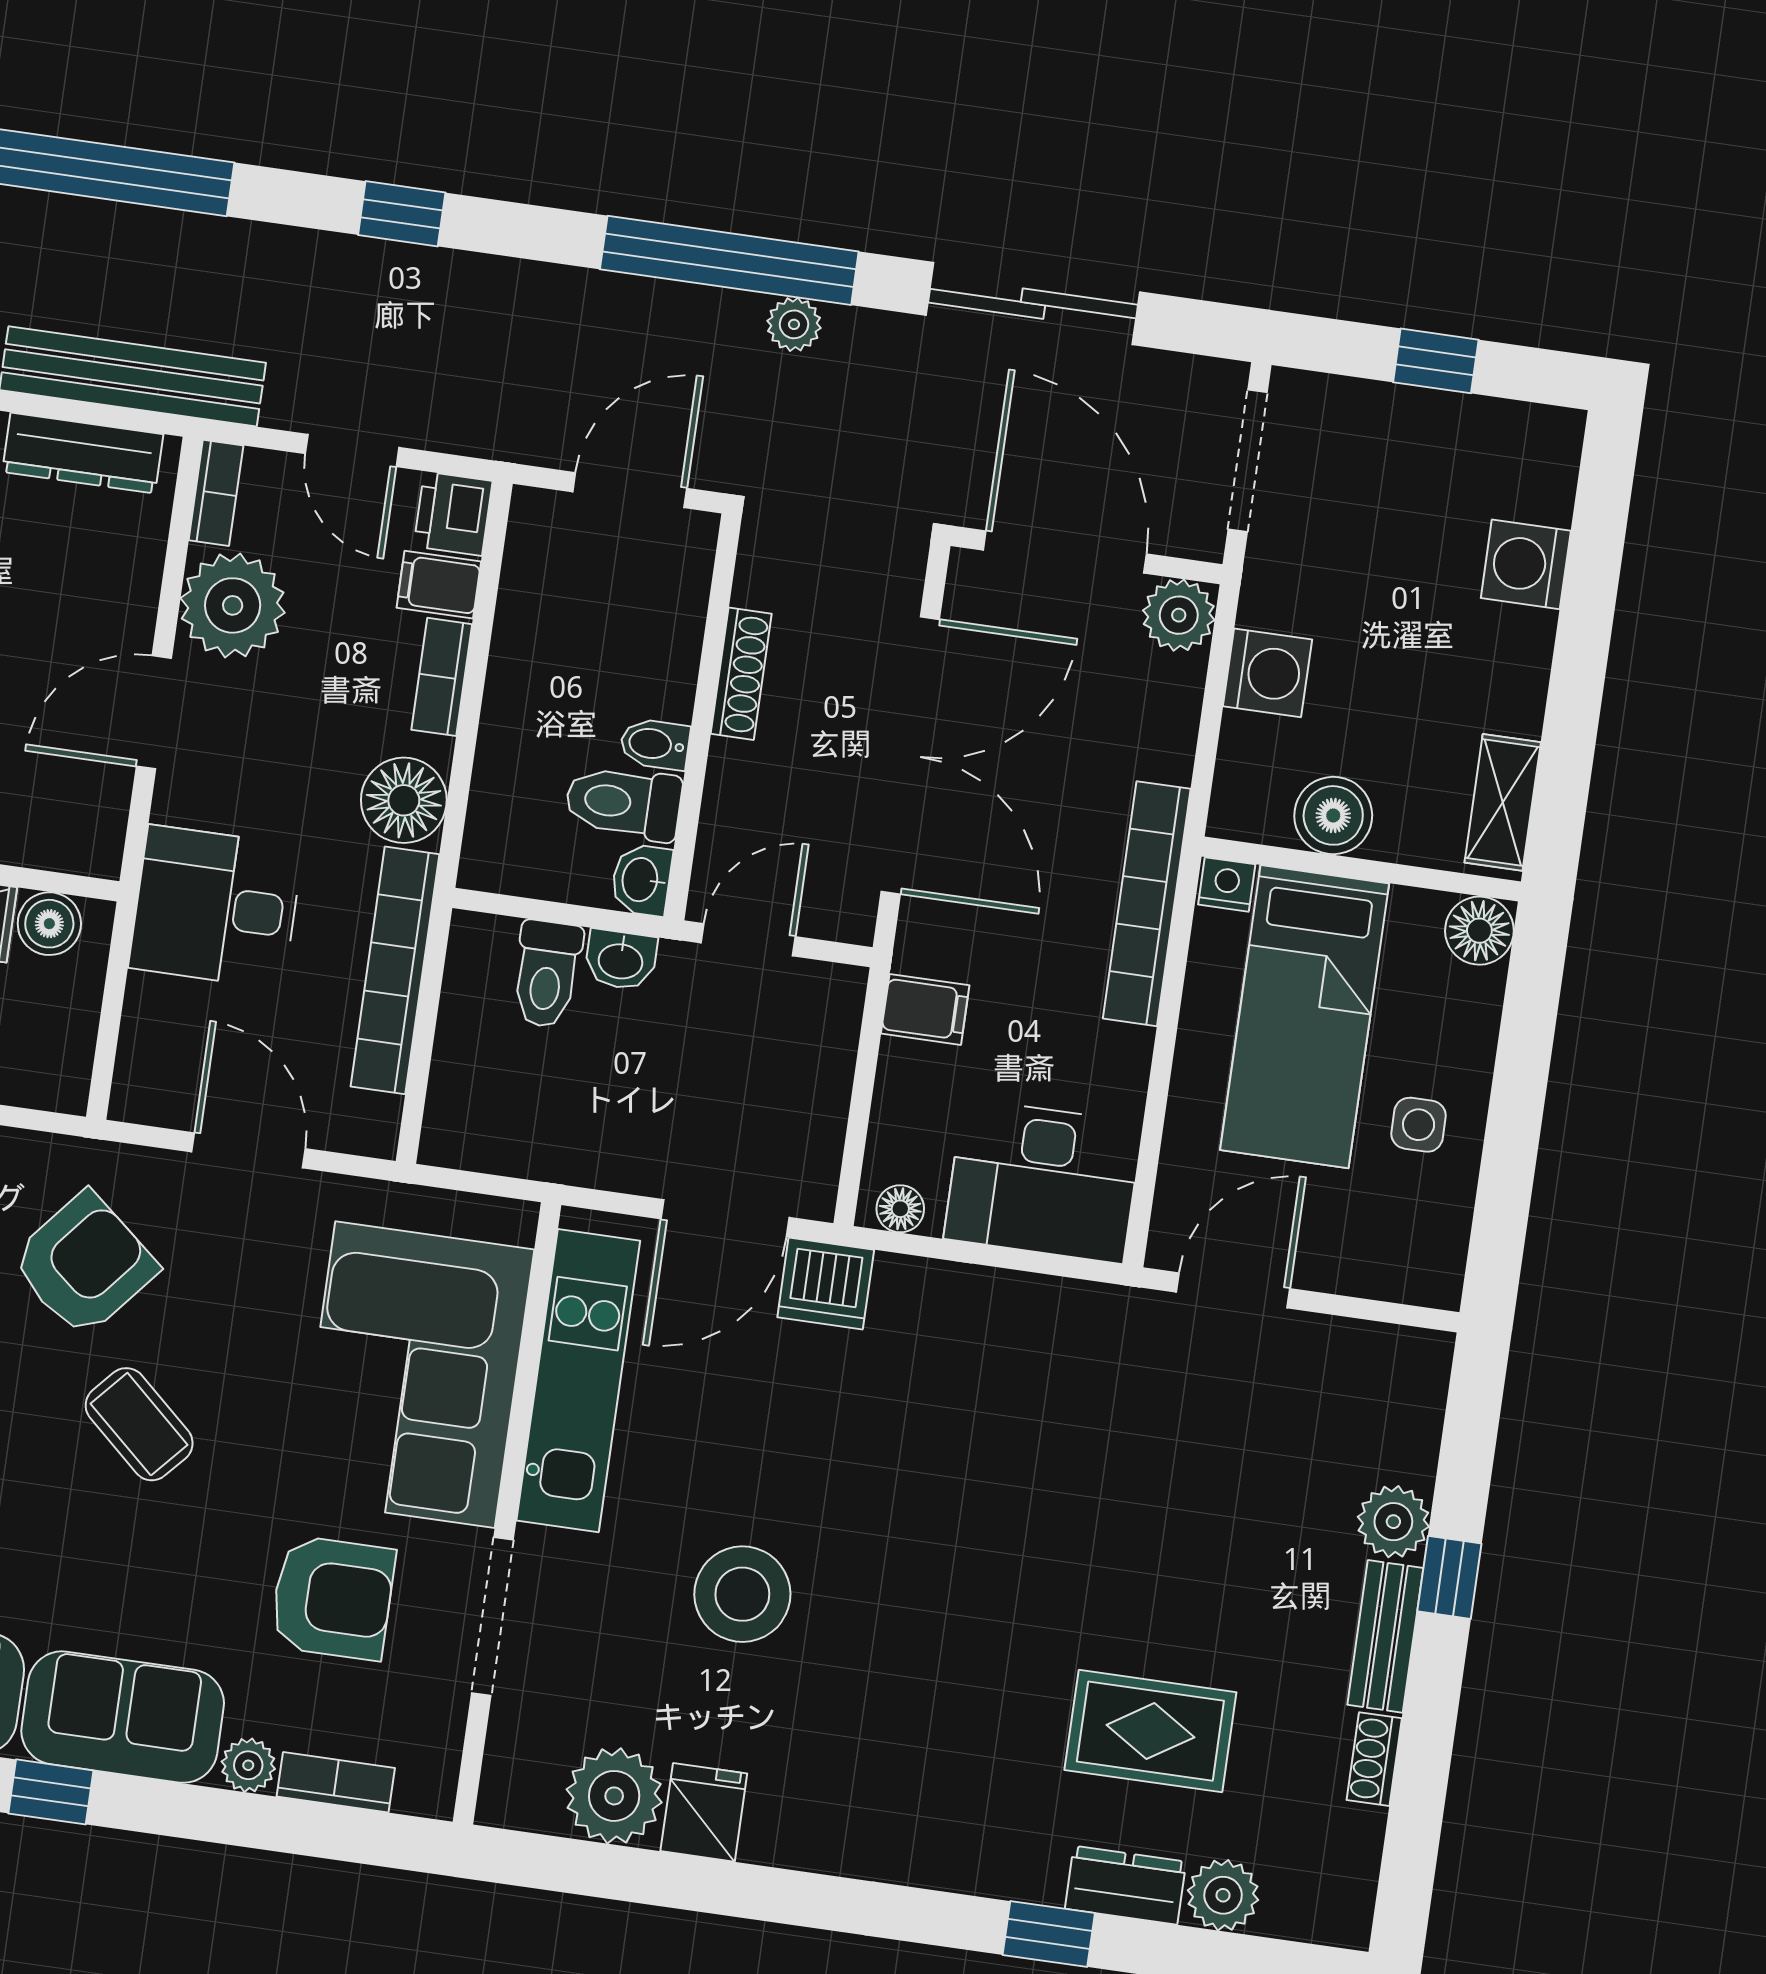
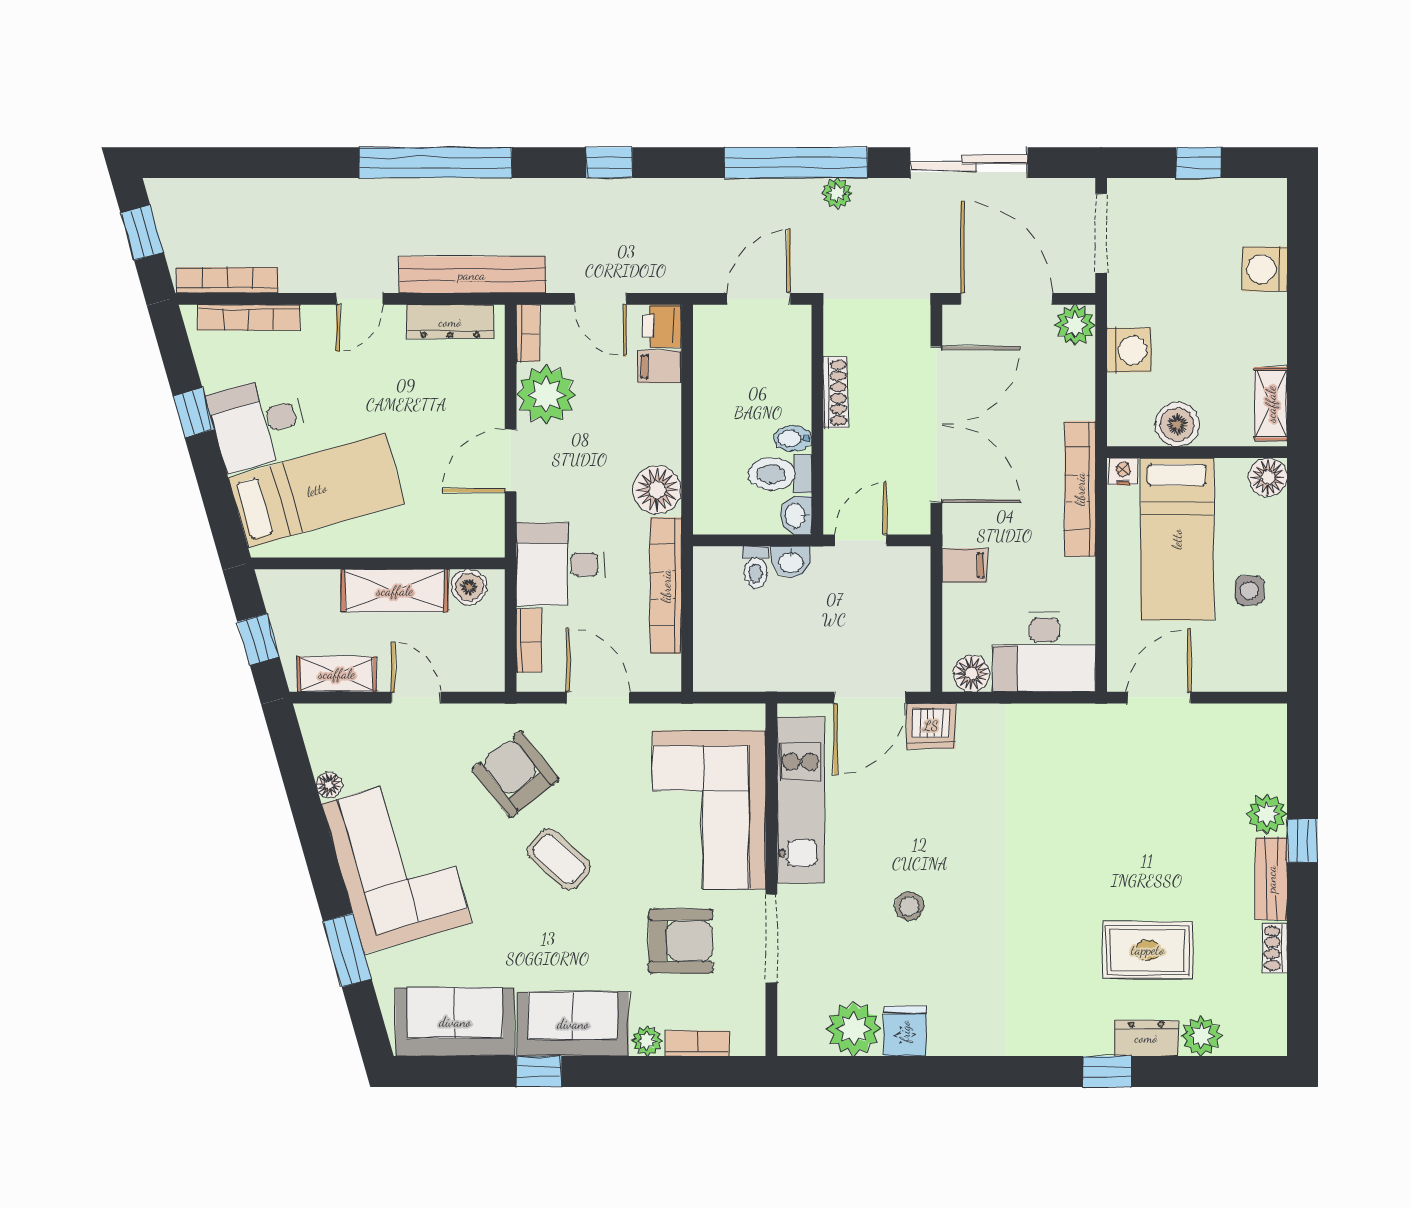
bookcase: (442, 677) -> (529, 640), moved, turned 180
toilet: (547, 974) -> (756, 567), width x0.73, depth x0.72
floor lamp: (900, 1209) -> (972, 674), width x1.37, depth x1.37
armchair: (84, 1264) -> (516, 774), turned -78
stool: (742, 1594) -> (909, 906), width x0.53, depth x0.53

